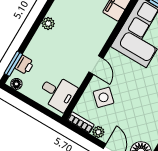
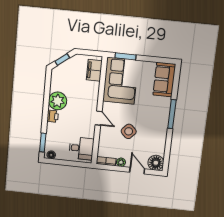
plant: (48, 23) -> (58, 101), width x1.87, depth x1.87
printer: (24, 65) -> (53, 116), moved
side table: (104, 97) -> (129, 131), moved

